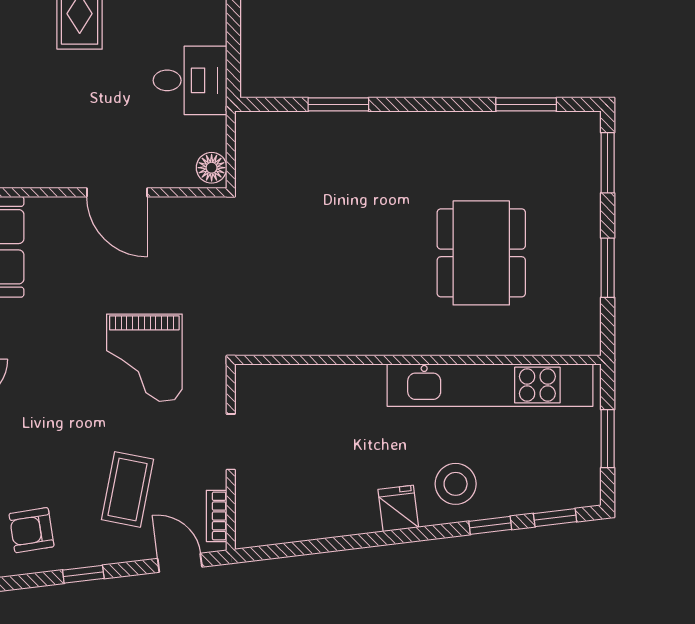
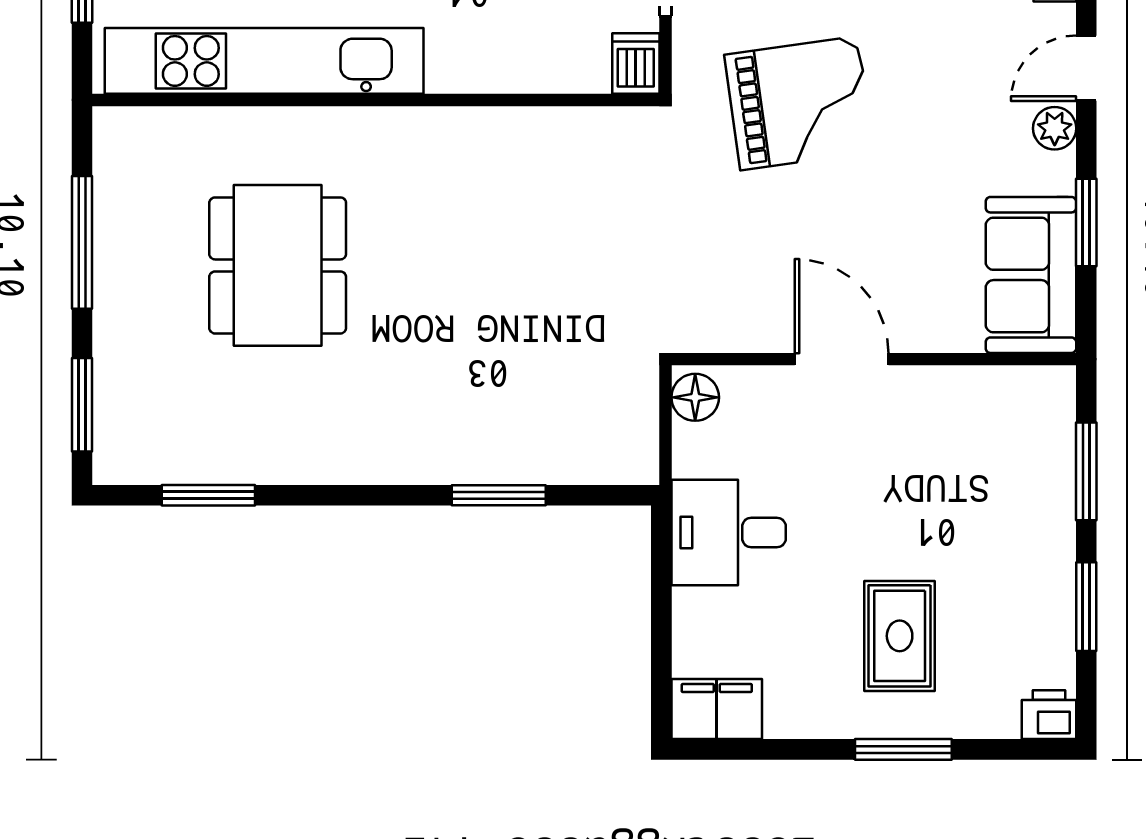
window: (608, 268) -> (82, 242), width x1.44
grand piano: (144, 358) -> (799, 103), turned 82
dishwasher: (250, 383) -> (636, 64), added

